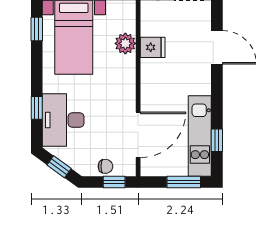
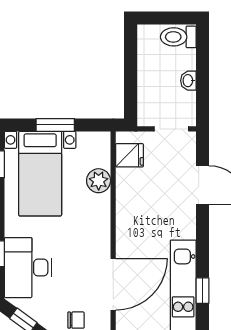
fridge: (153, 47) -> (130, 155), moved

